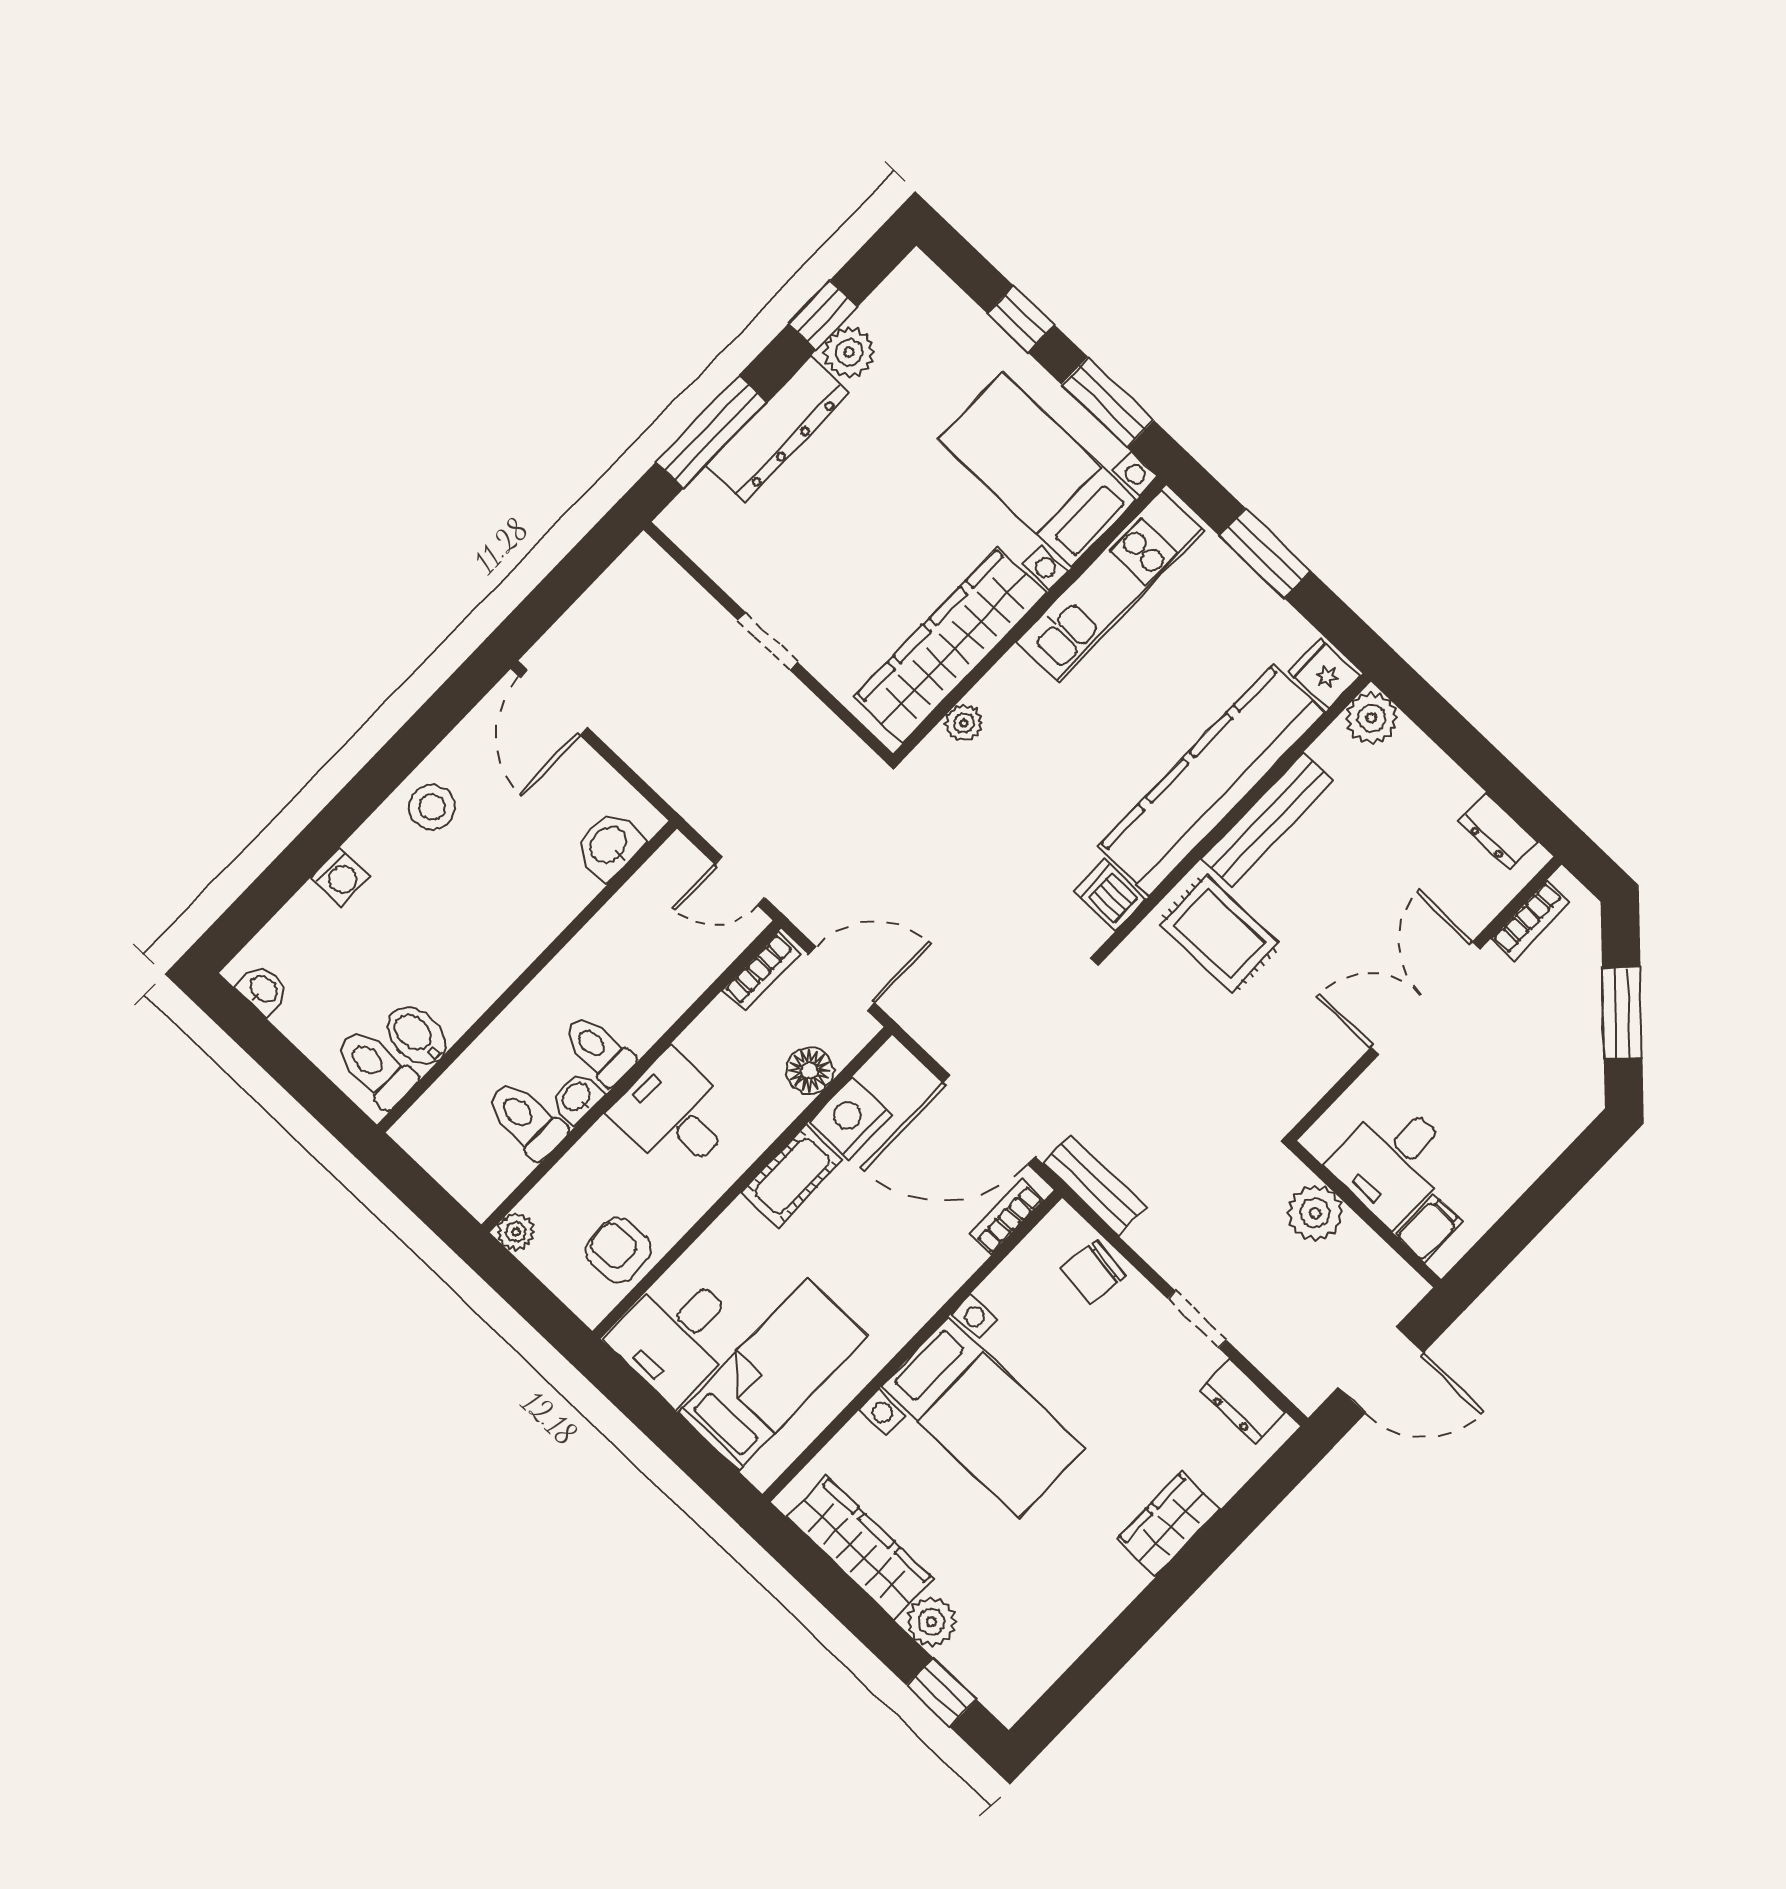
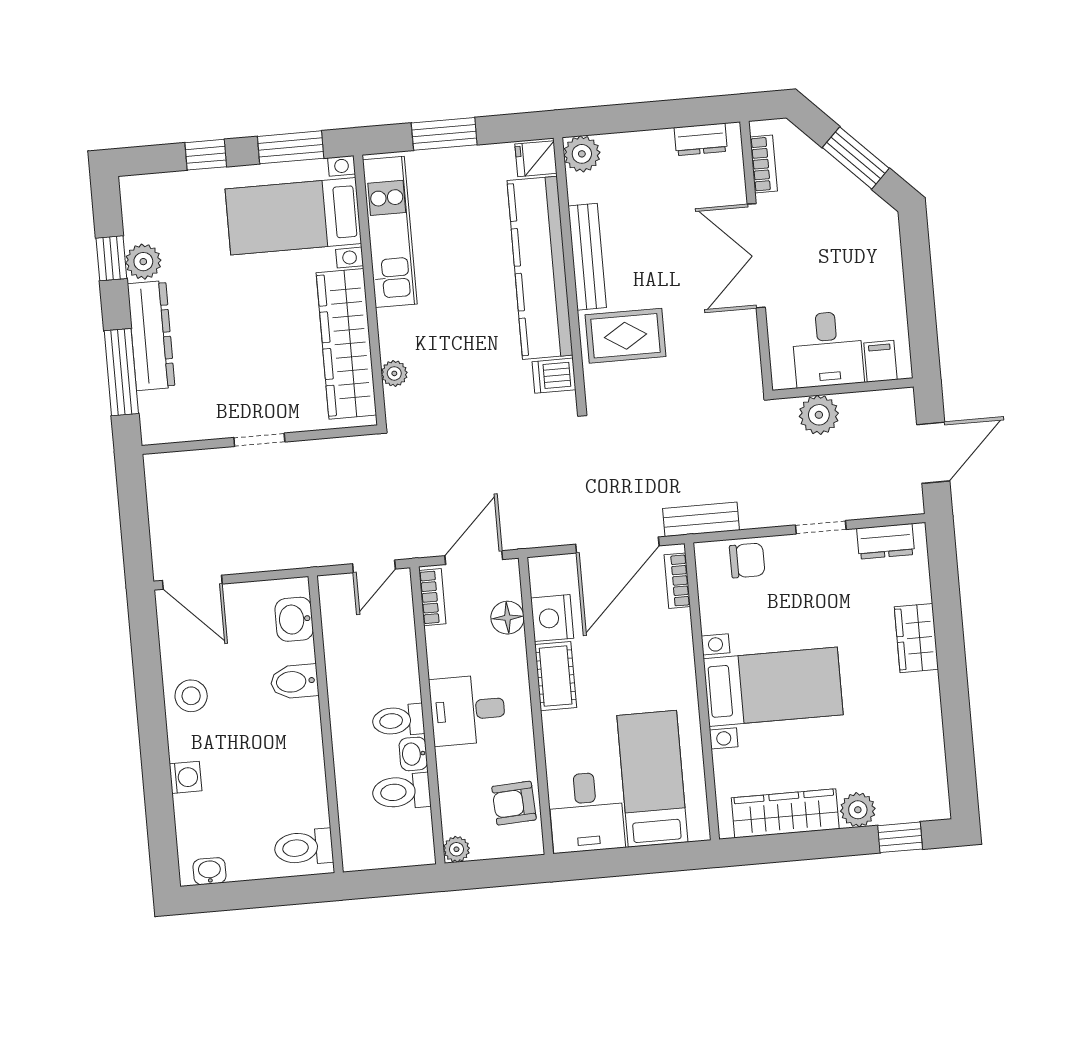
bidet: (416, 1036) -> (294, 682), moved
chair: (1093, 1272) -> (747, 560), turned -98

